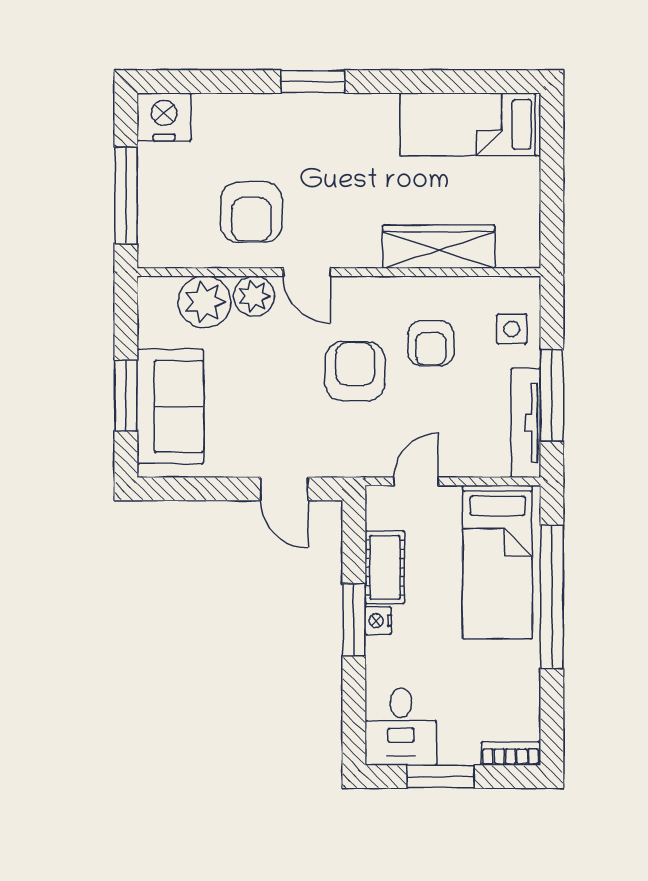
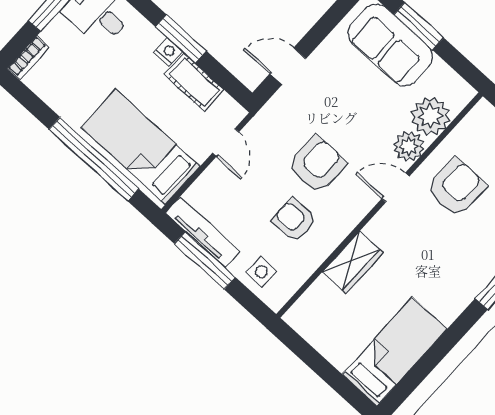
armchair: (251, 212) -> (456, 187), turned 91
wardrobe: (439, 247) -> (353, 262), width x0.67
armchair: (355, 371) -> (317, 164), turned -90

